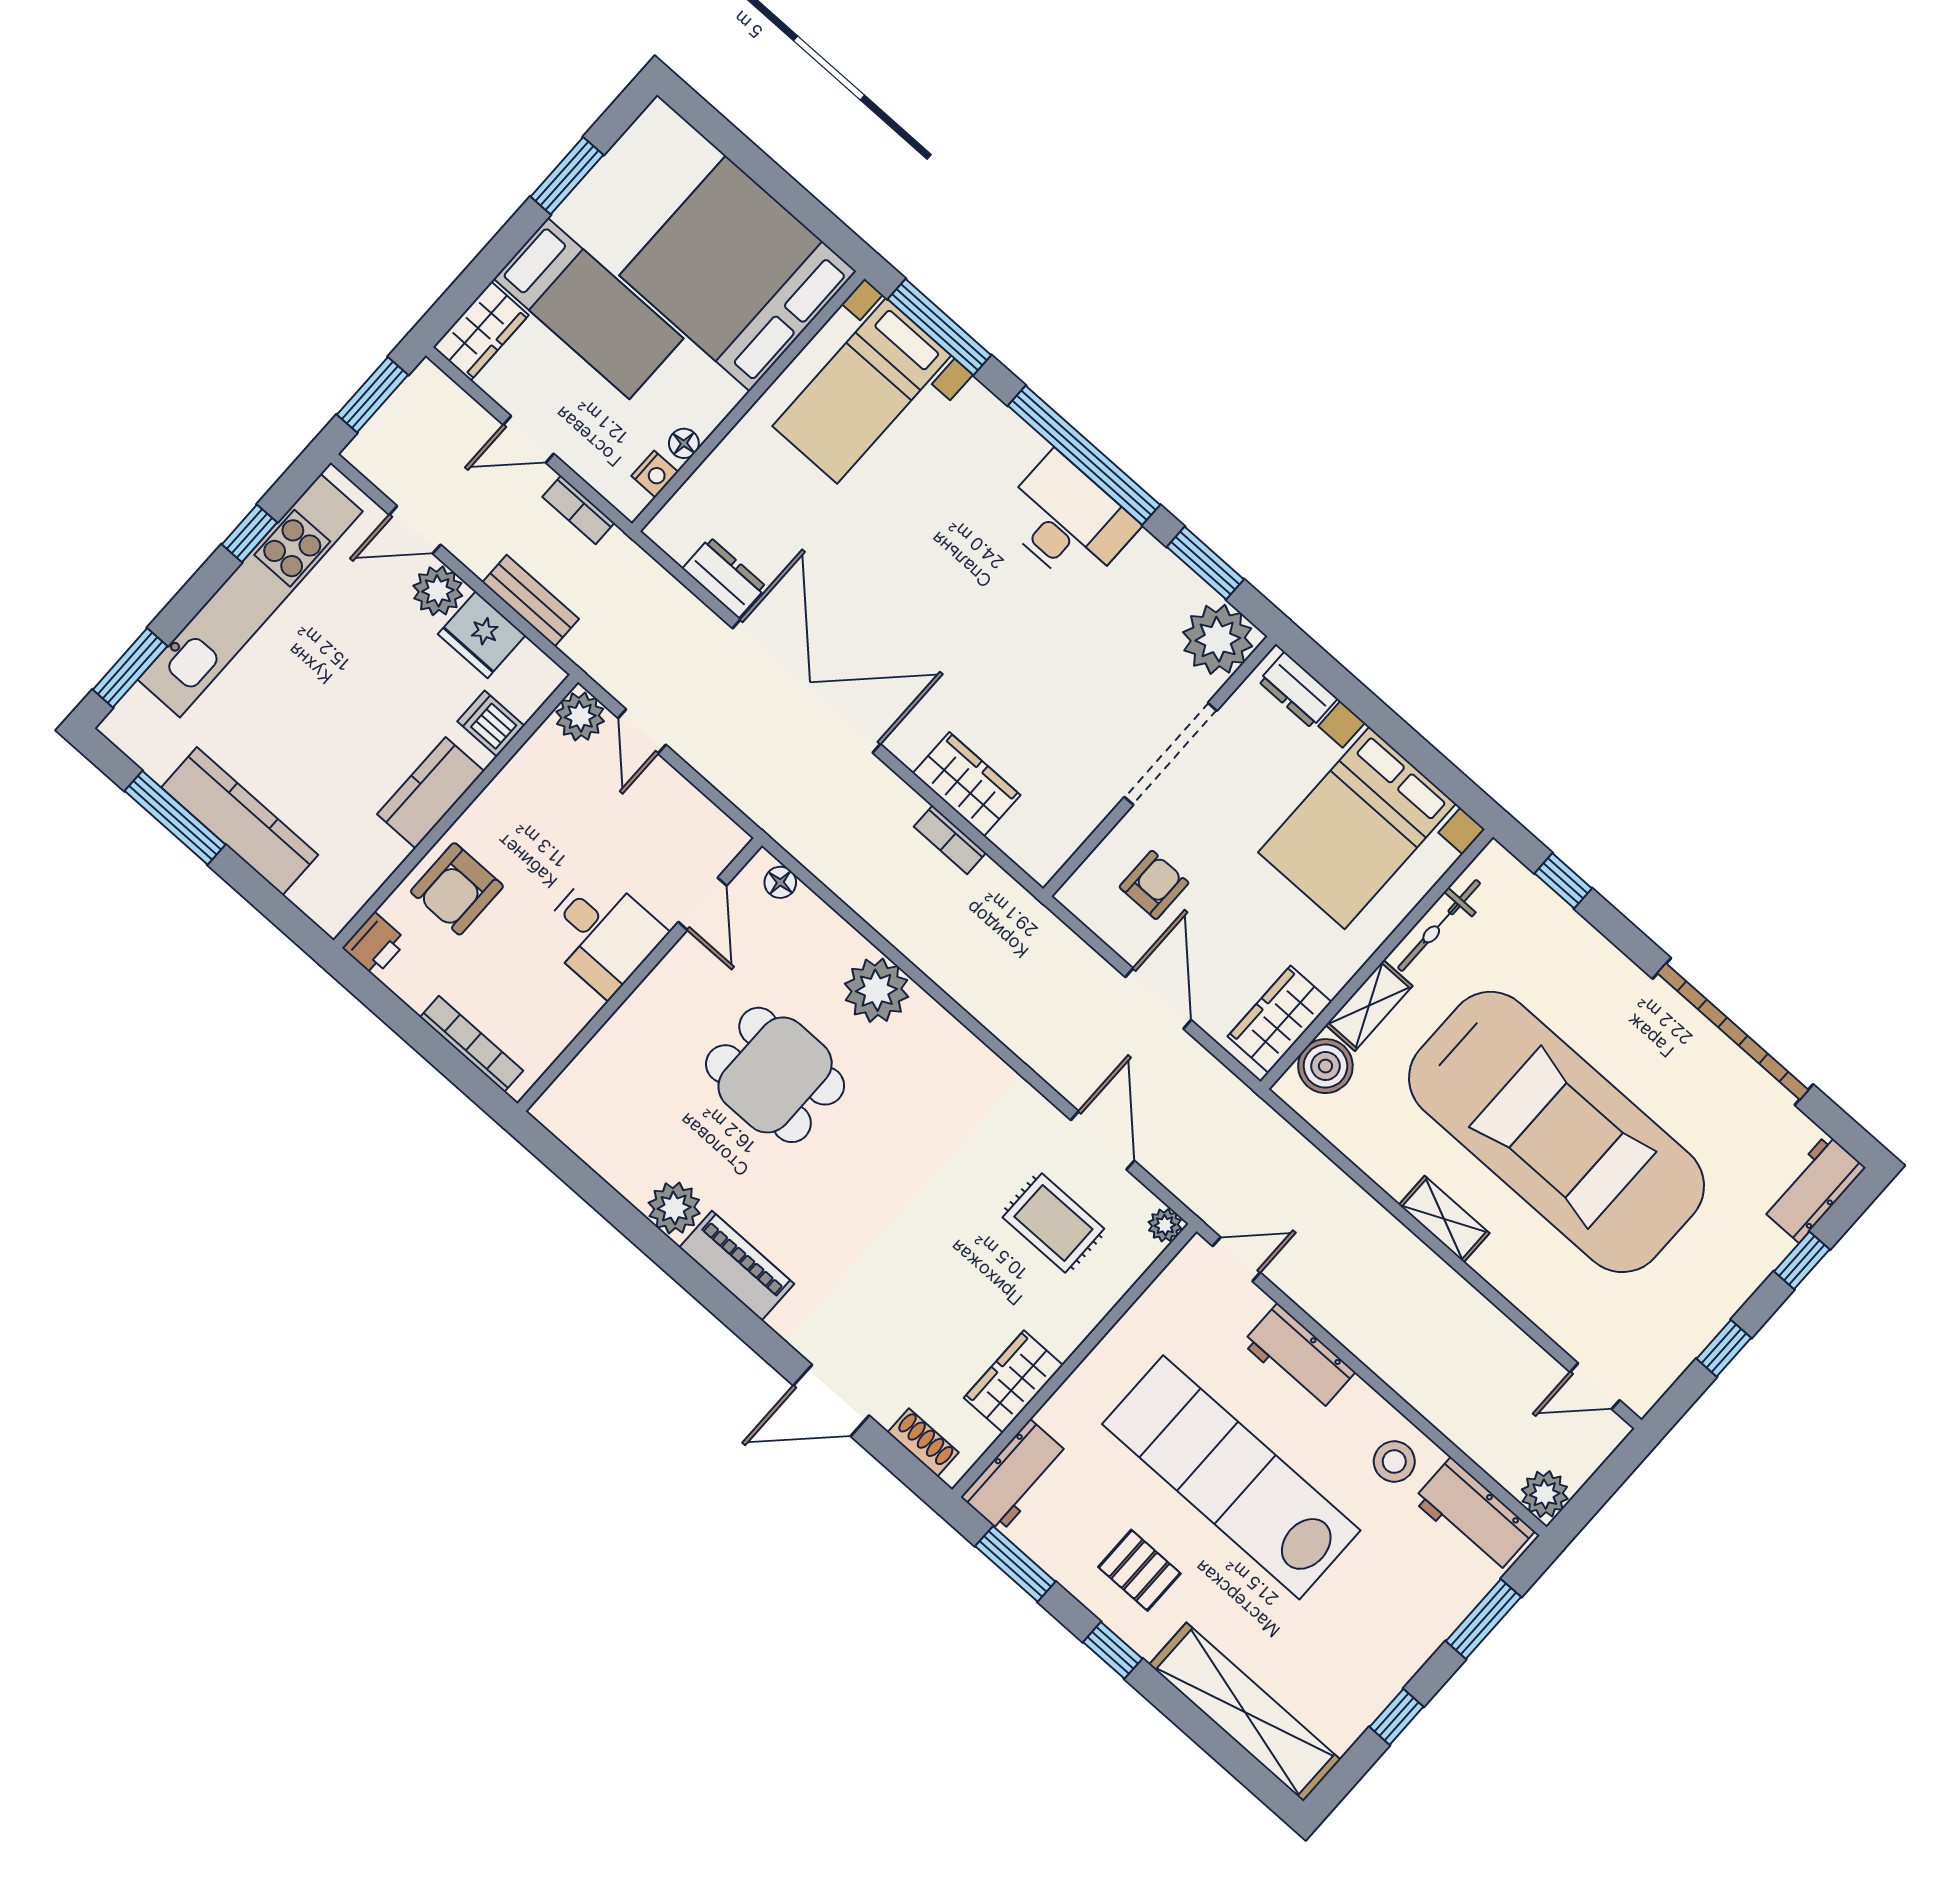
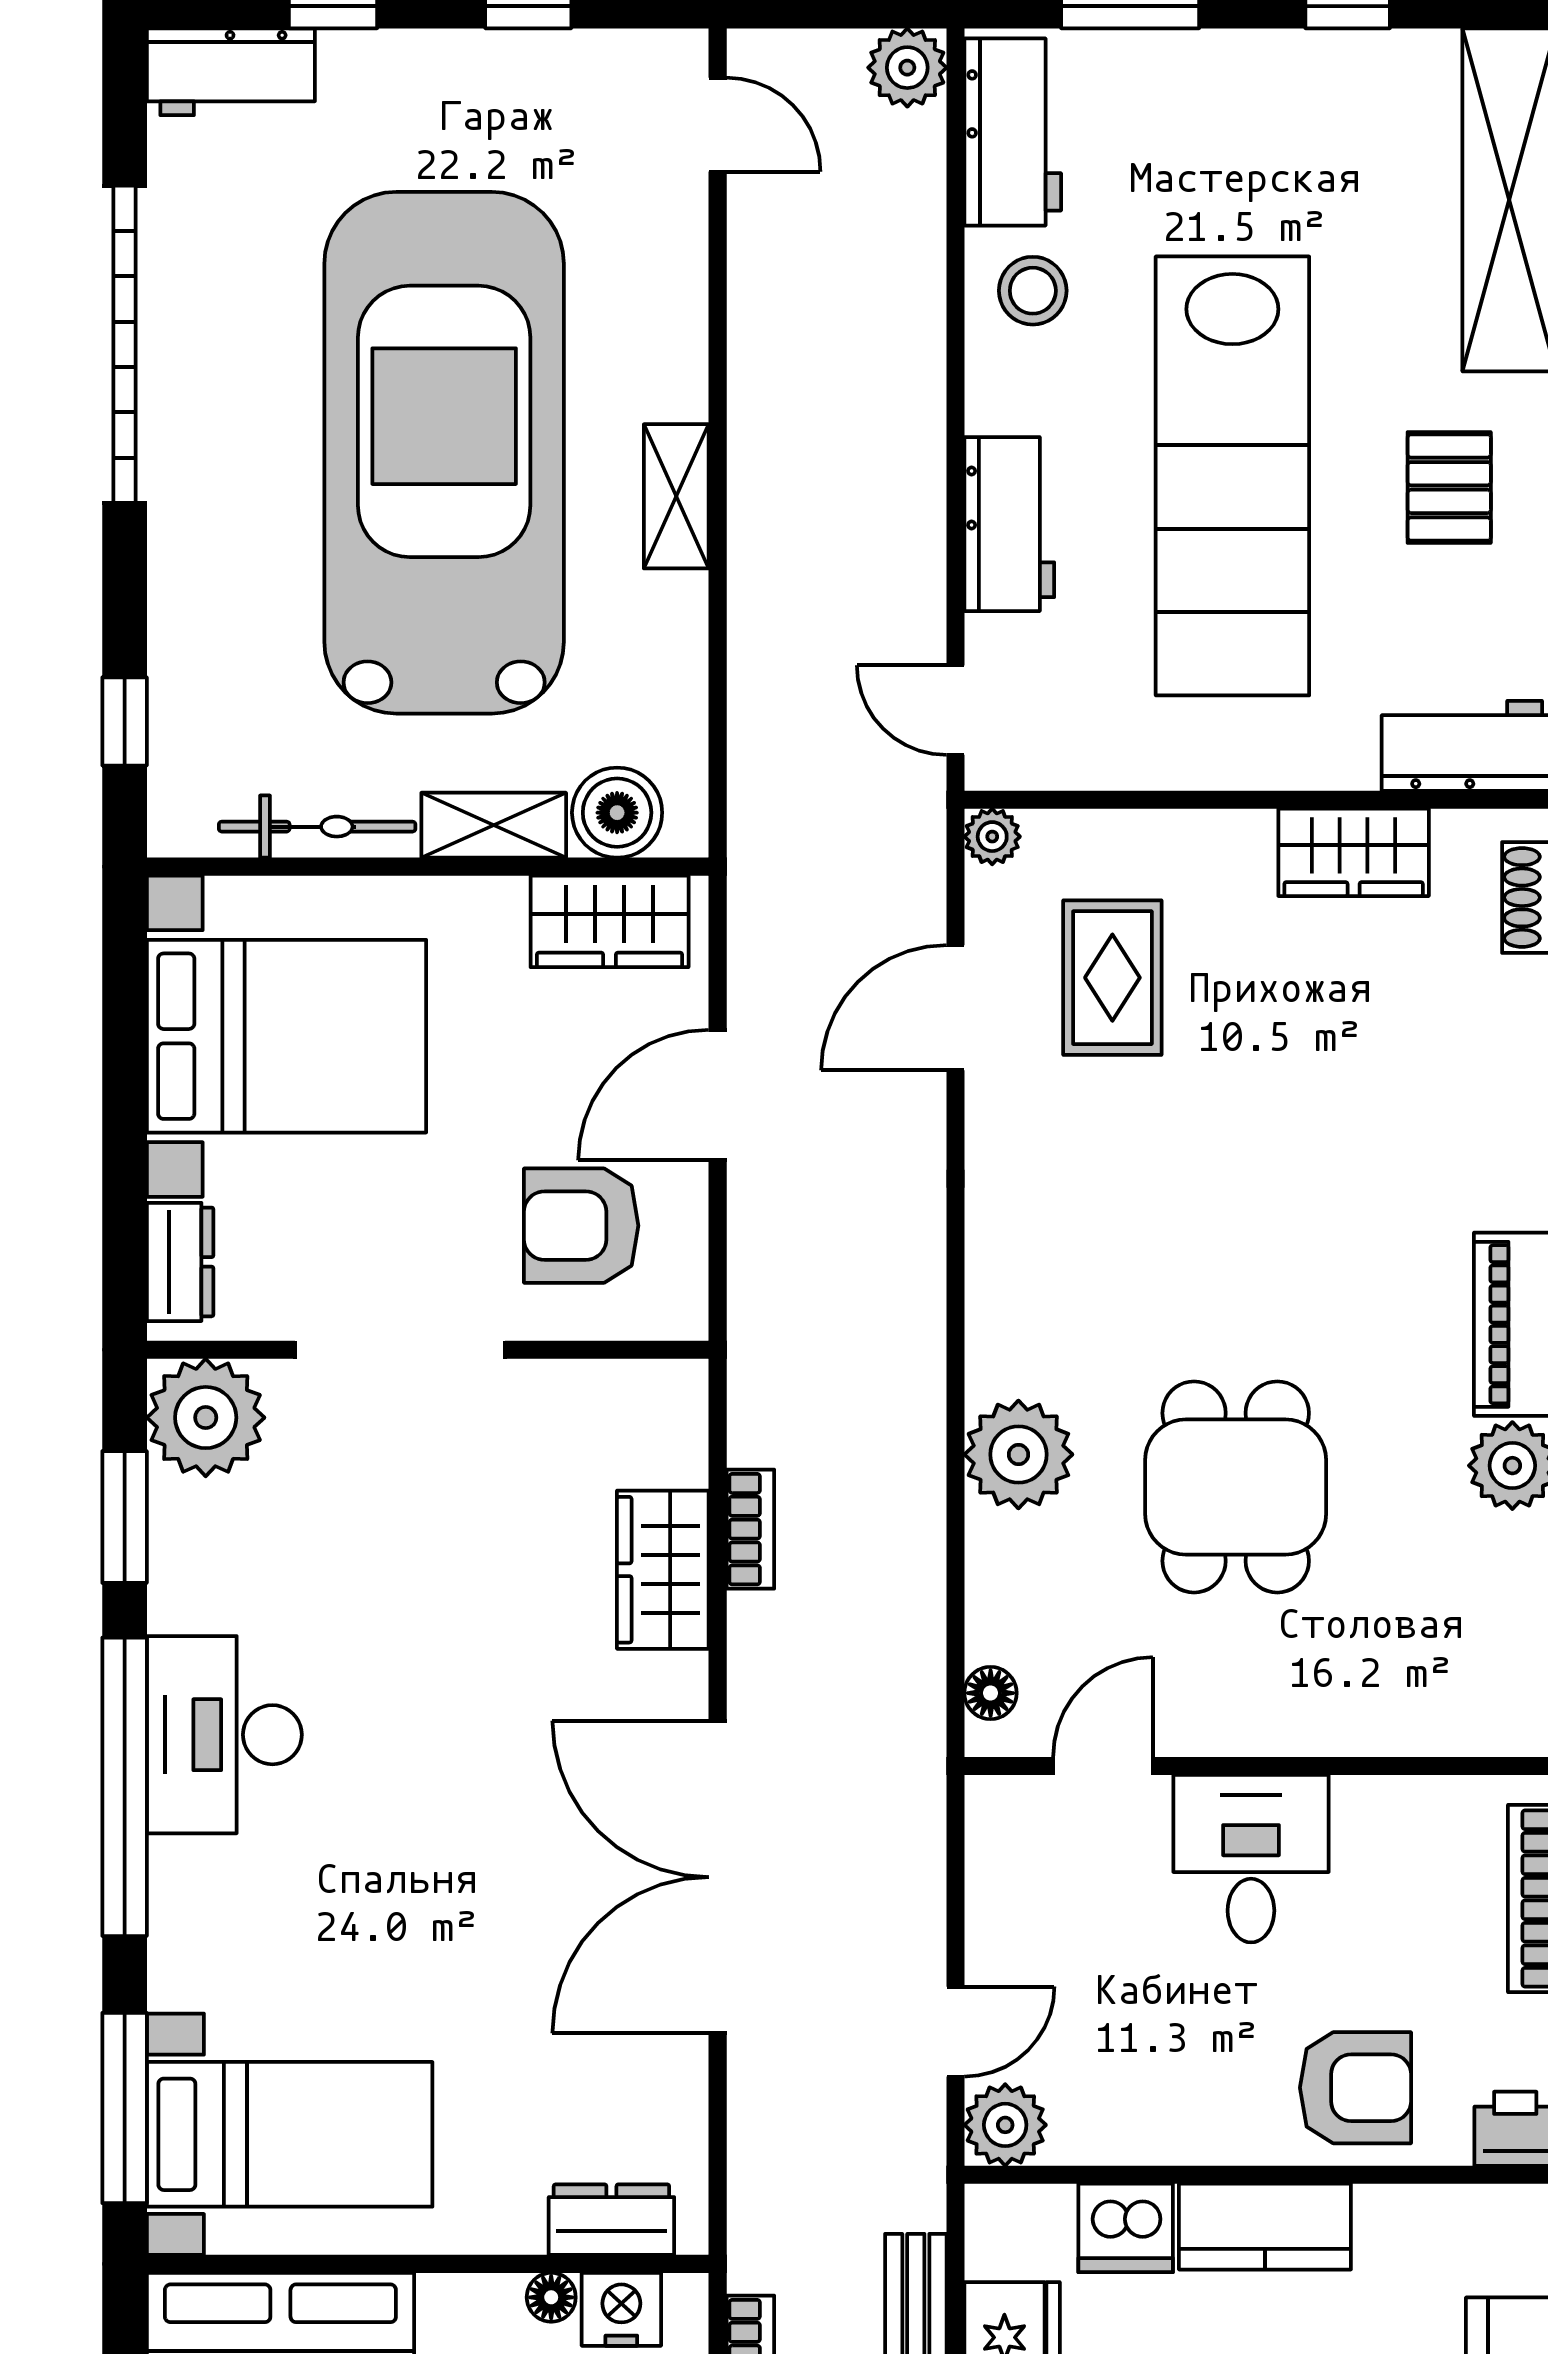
nightstand: (655, 474) -> (621, 2309), width x1.39, depth x1.35
dresser: (724, 578) -> (611, 2220), moved, turned 90
dishwasher: (491, 724) -> (1126, 2228), width x1.38
armchair: (1154, 885) -> (581, 1226), width x1.38, depth x1.38

